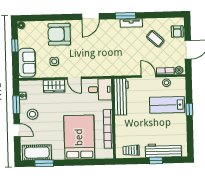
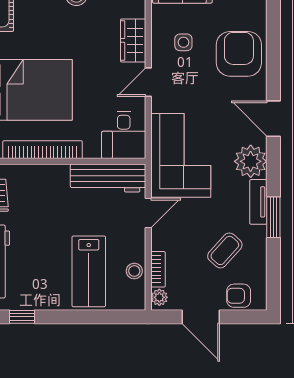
window: (125, 16) -> (273, 217), moved
plant: (112, 27) -> (251, 161), added
corner sofa: (109, 61) -> (181, 155), added
door: (149, 76) -> (148, 213), moved
lab bench: (167, 105) -> (89, 271), turned 180
window: (189, 109) -> (22, 317), moved

